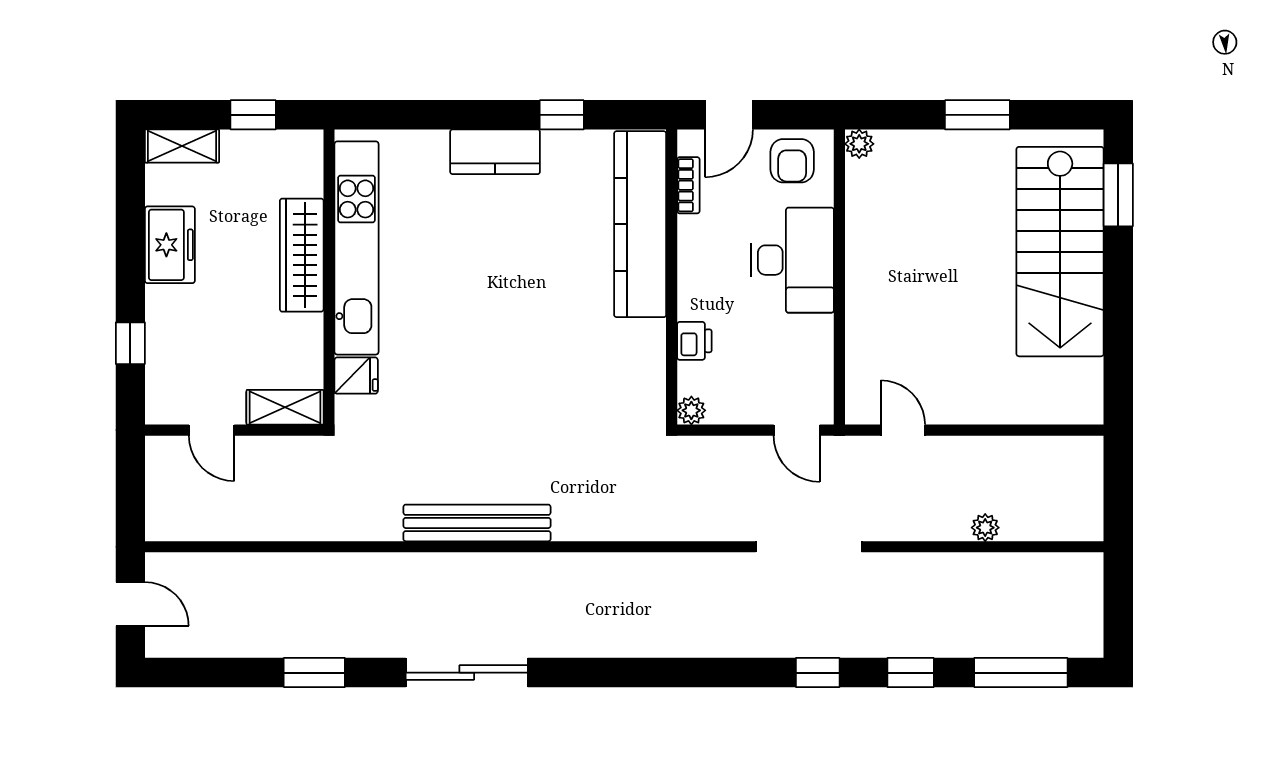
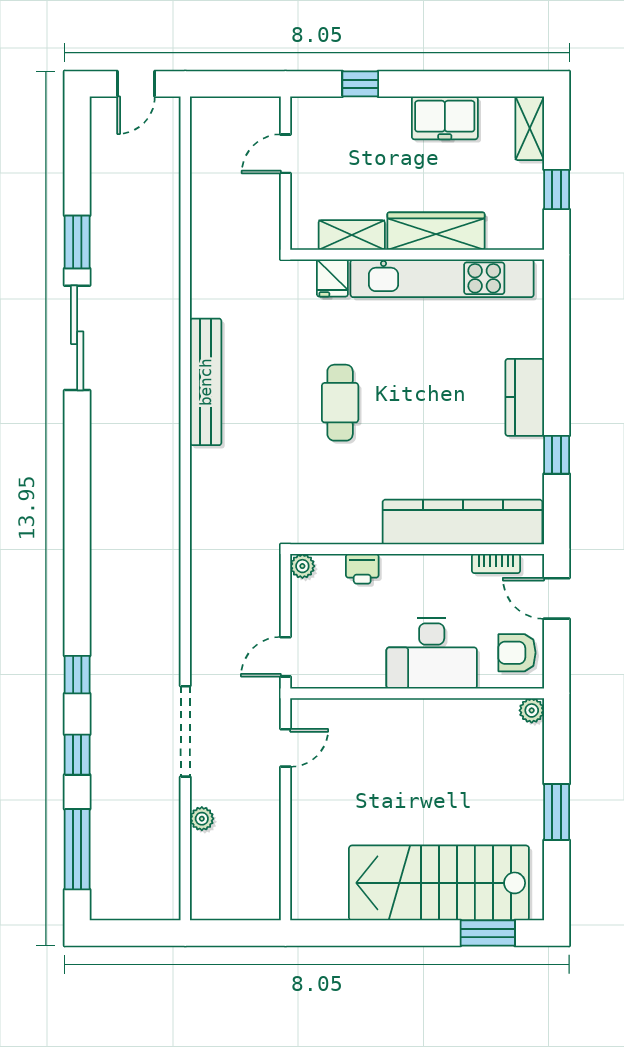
cafe table: (501, 367) -> (340, 403), added
shelving: (285, 407) -> (352, 235), moved, turned 90
doorway: (809, 547) -> (185, 731), moved
sliding door: (467, 673) -> (77, 338), moved

